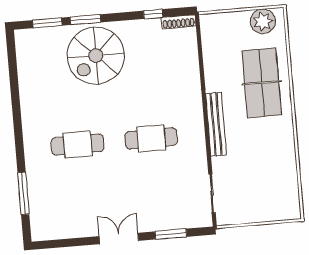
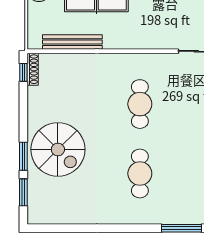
window: (153, 14) -> (23, 72), moved
bench: (216, 124) -> (72, 42), moved

